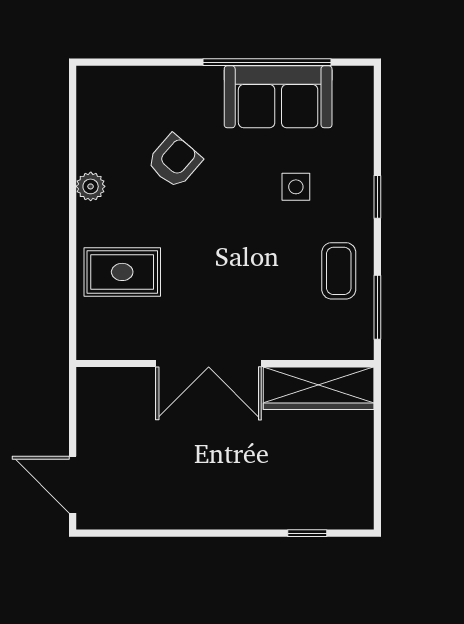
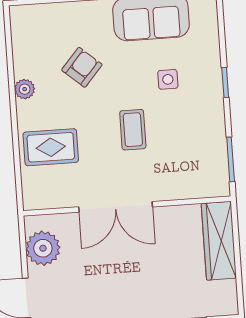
coffee table: (339, 271) -> (133, 130), moved
wardrobe: (319, 388) -> (219, 241), moved, turned 90
plant: (101, 415) -> (43, 248), added

